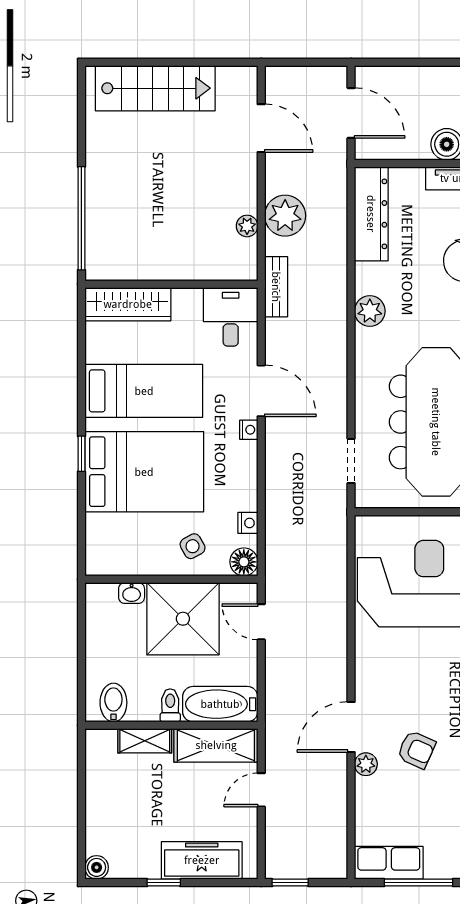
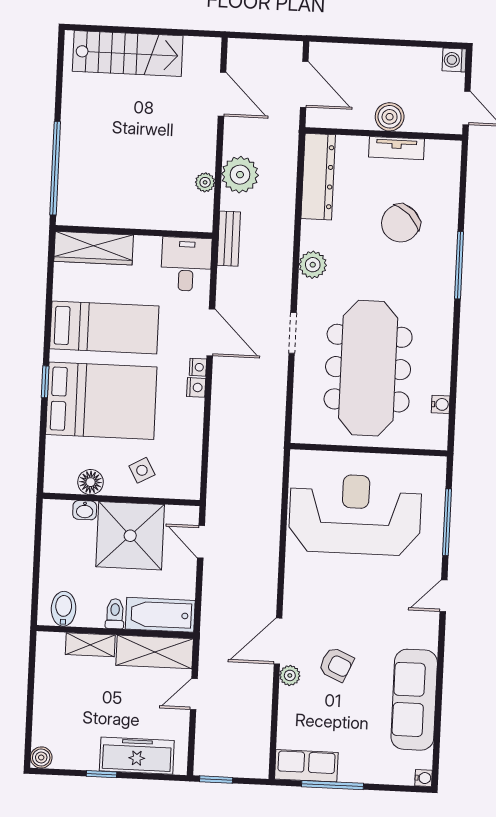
doorway: (351, 461) -> (293, 333), moved
nightstand: (248, 523) -> (196, 387), moved
floor lamp: (244, 562) -> (91, 482), moved

